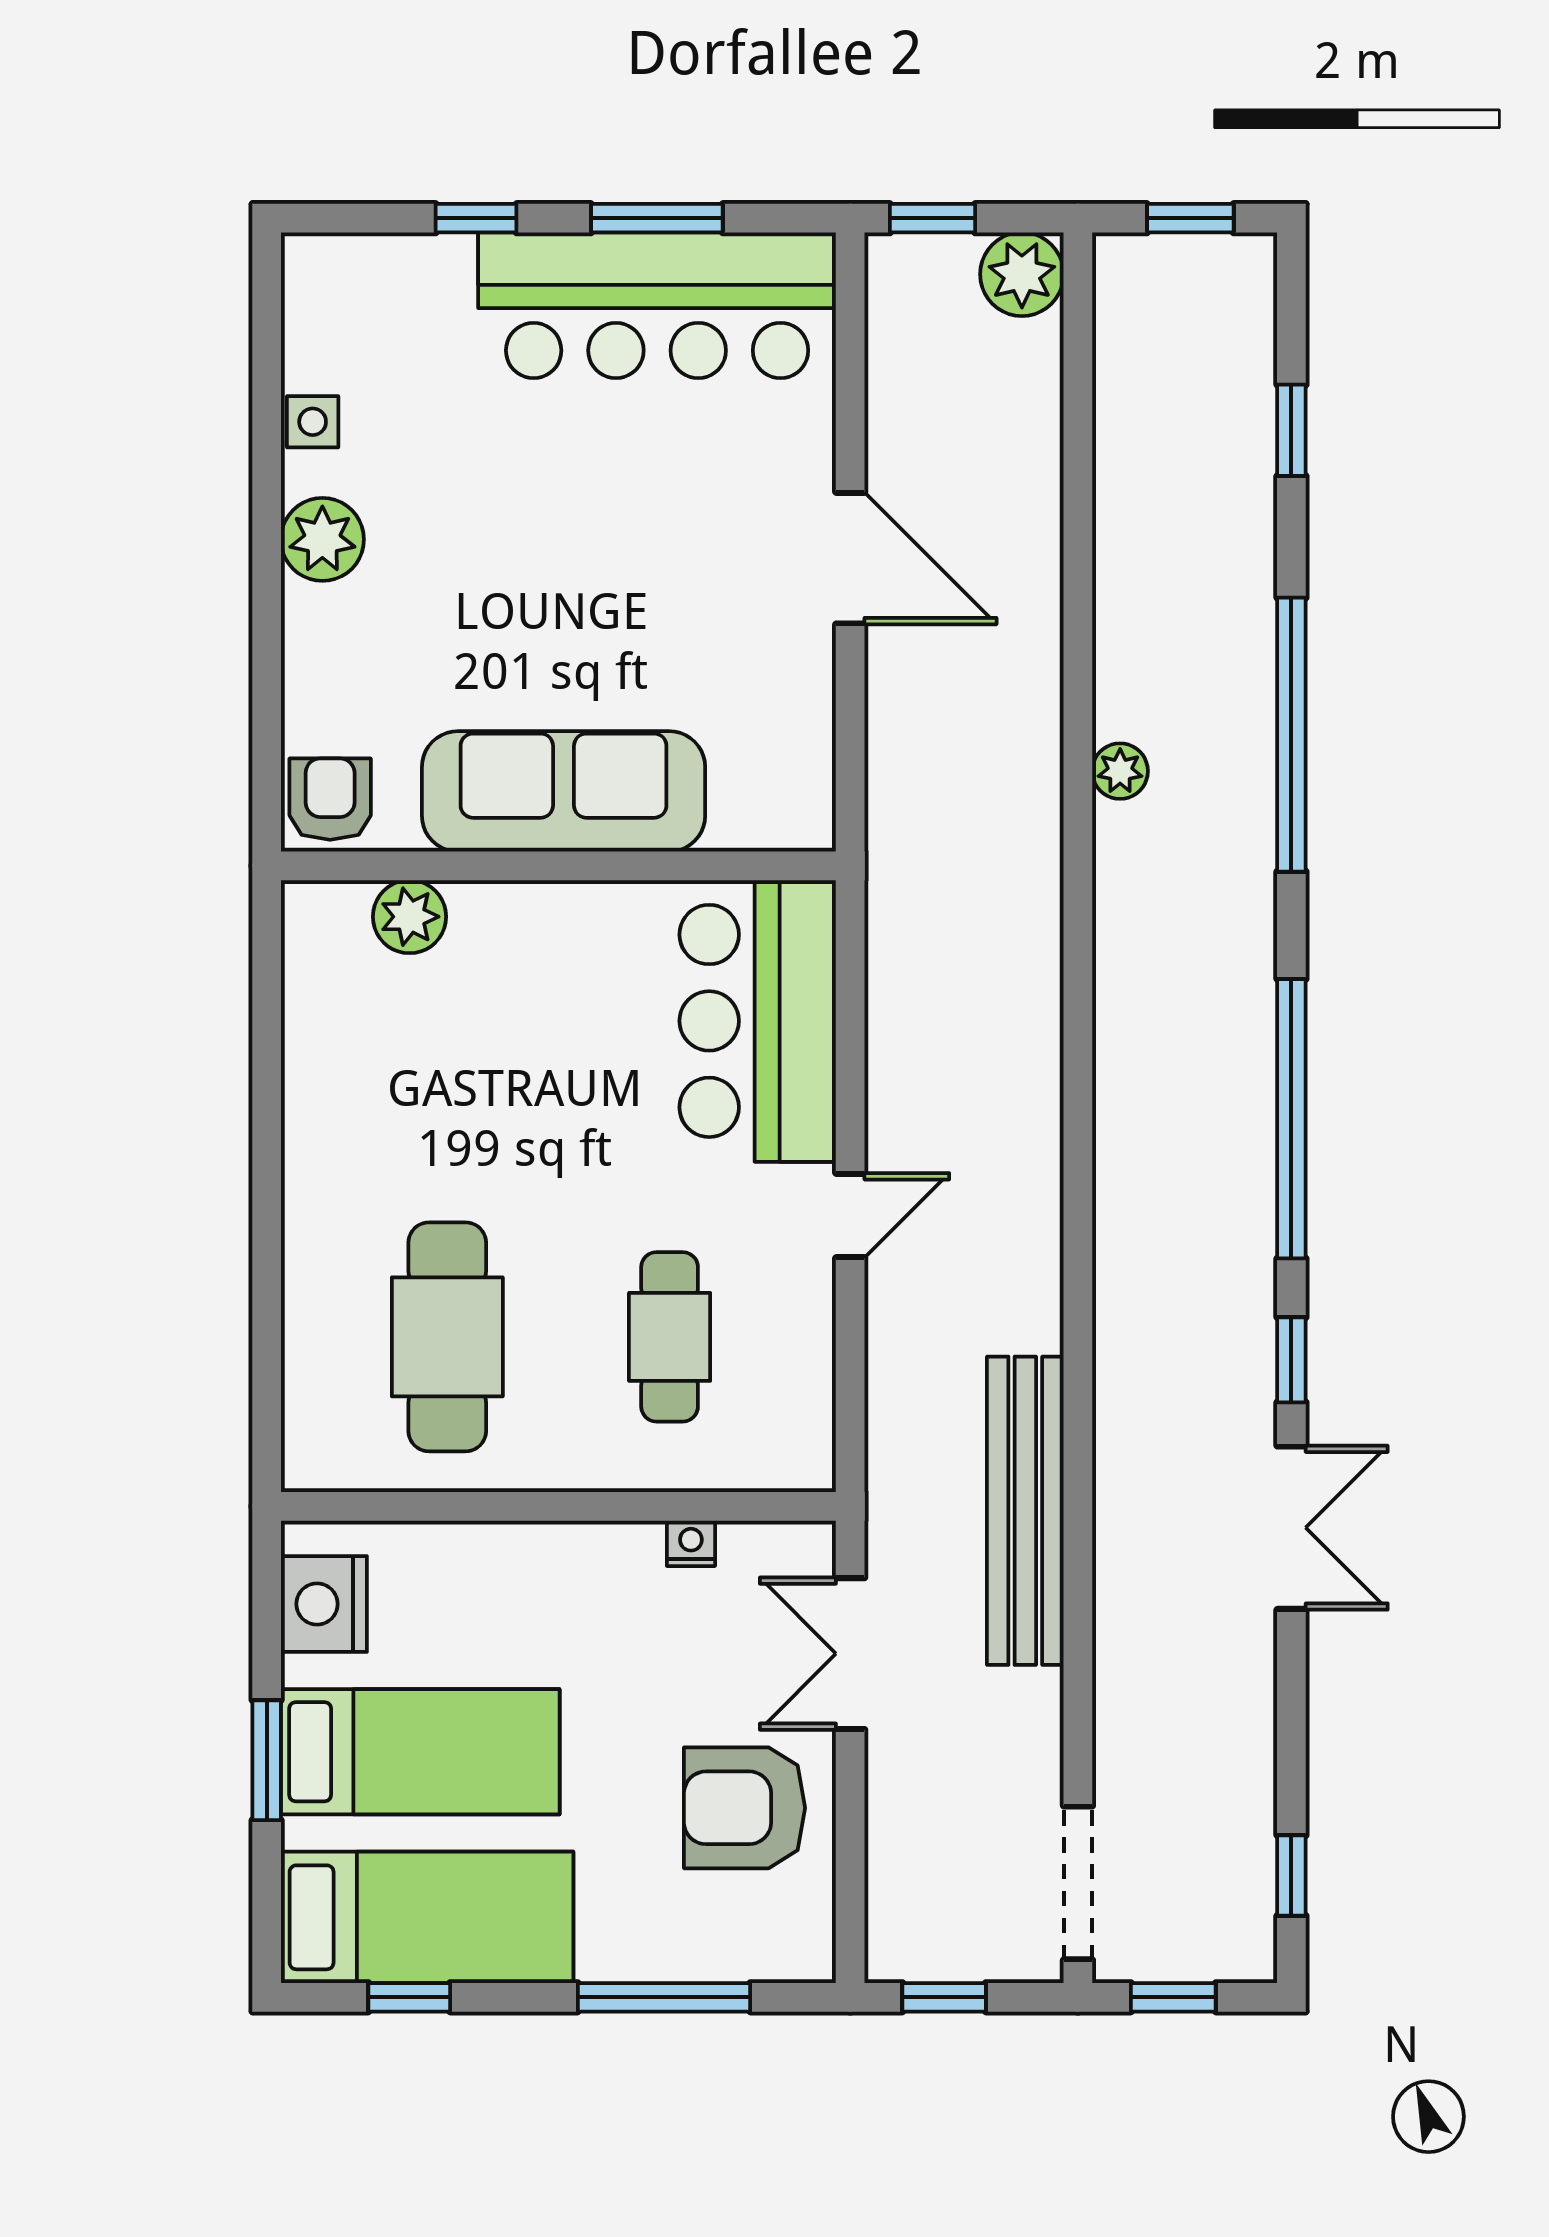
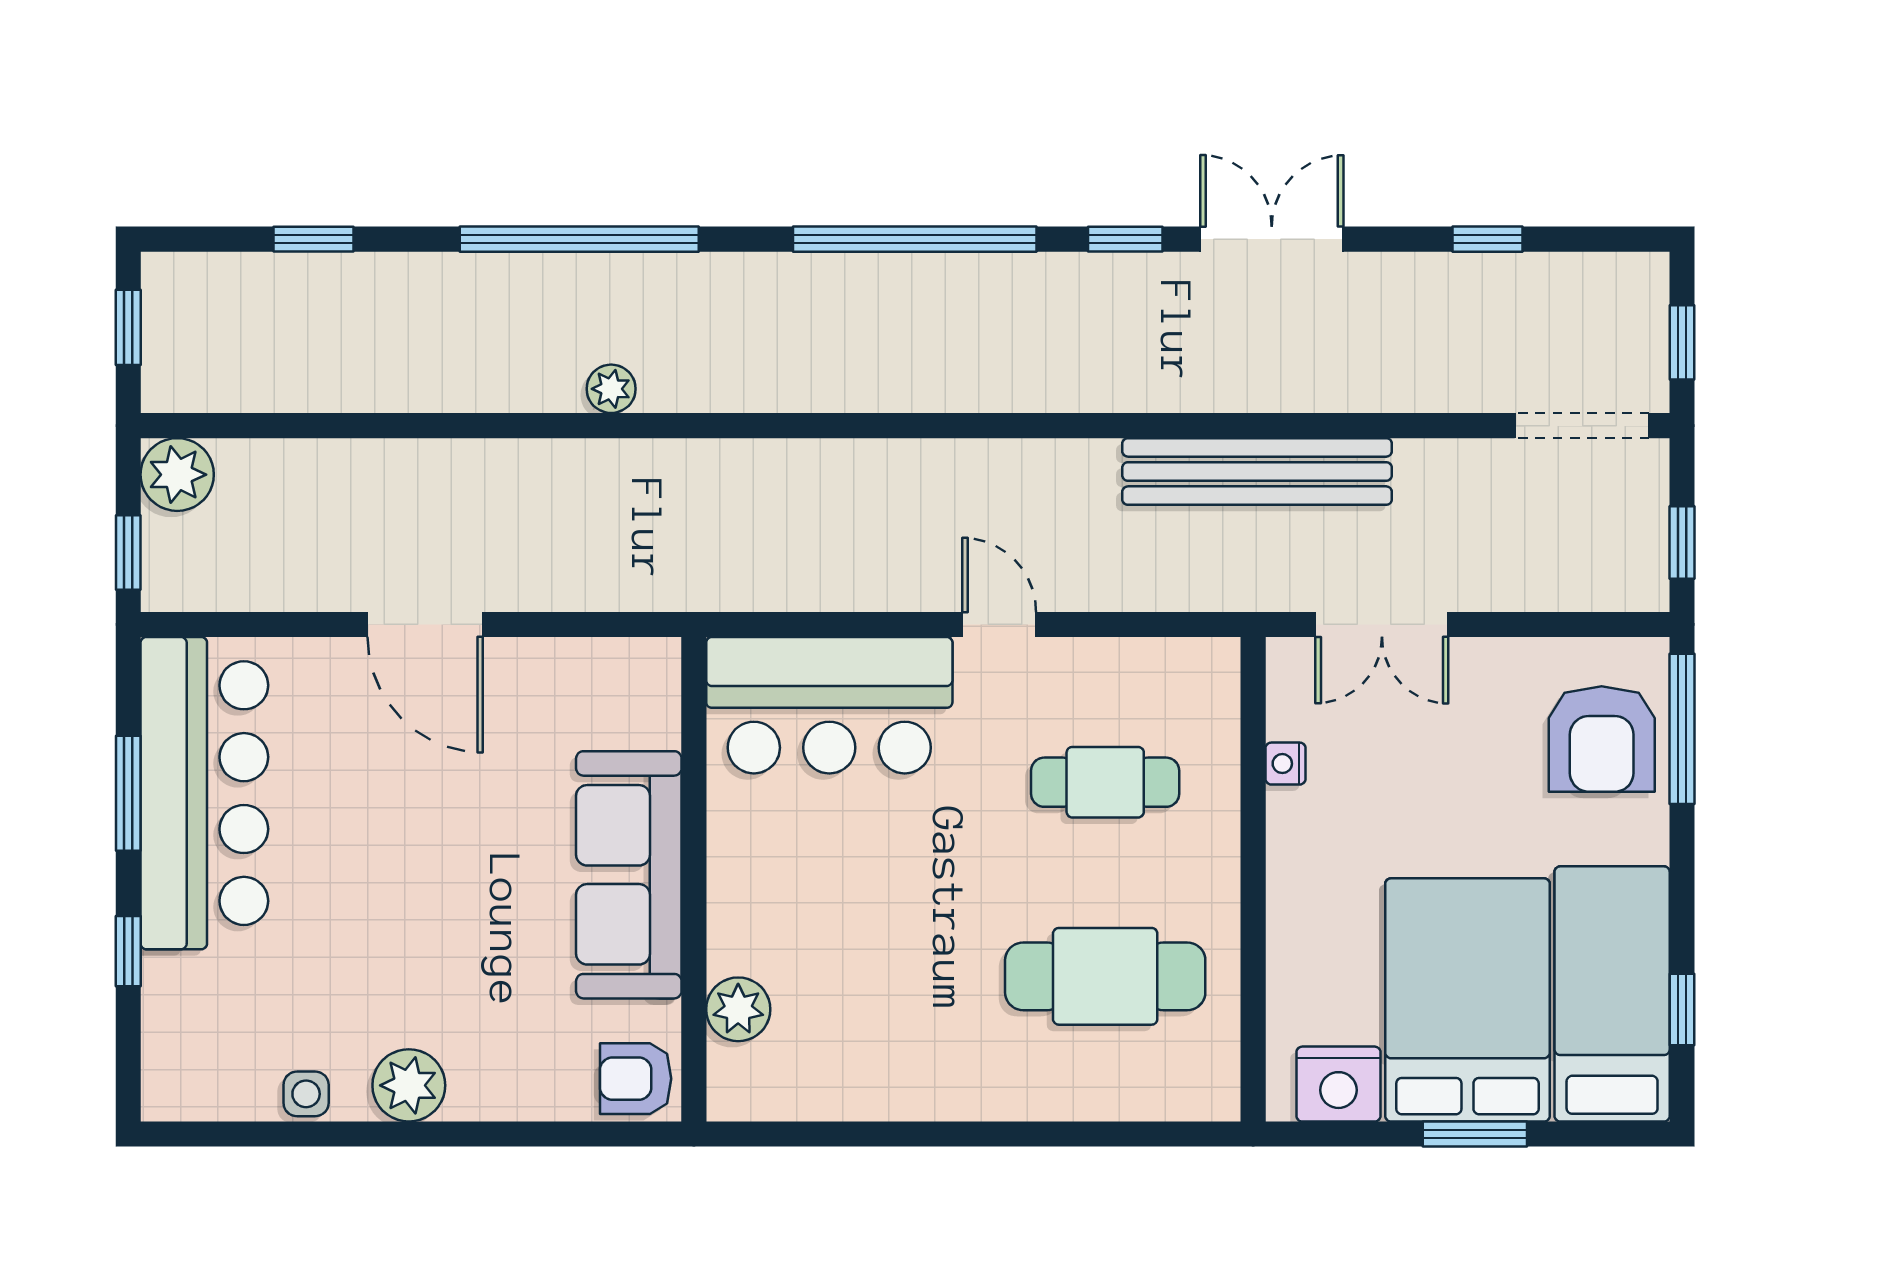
door: (850, 558) -> (425, 624), swing flipped
bed: (420, 1752) -> (1467, 1000), width x1.50
armchair: (744, 1808) -> (1602, 739), moved
window: (1291, 1876) -> (1488, 239), moved
window: (664, 1997) -> (1682, 729), moved

